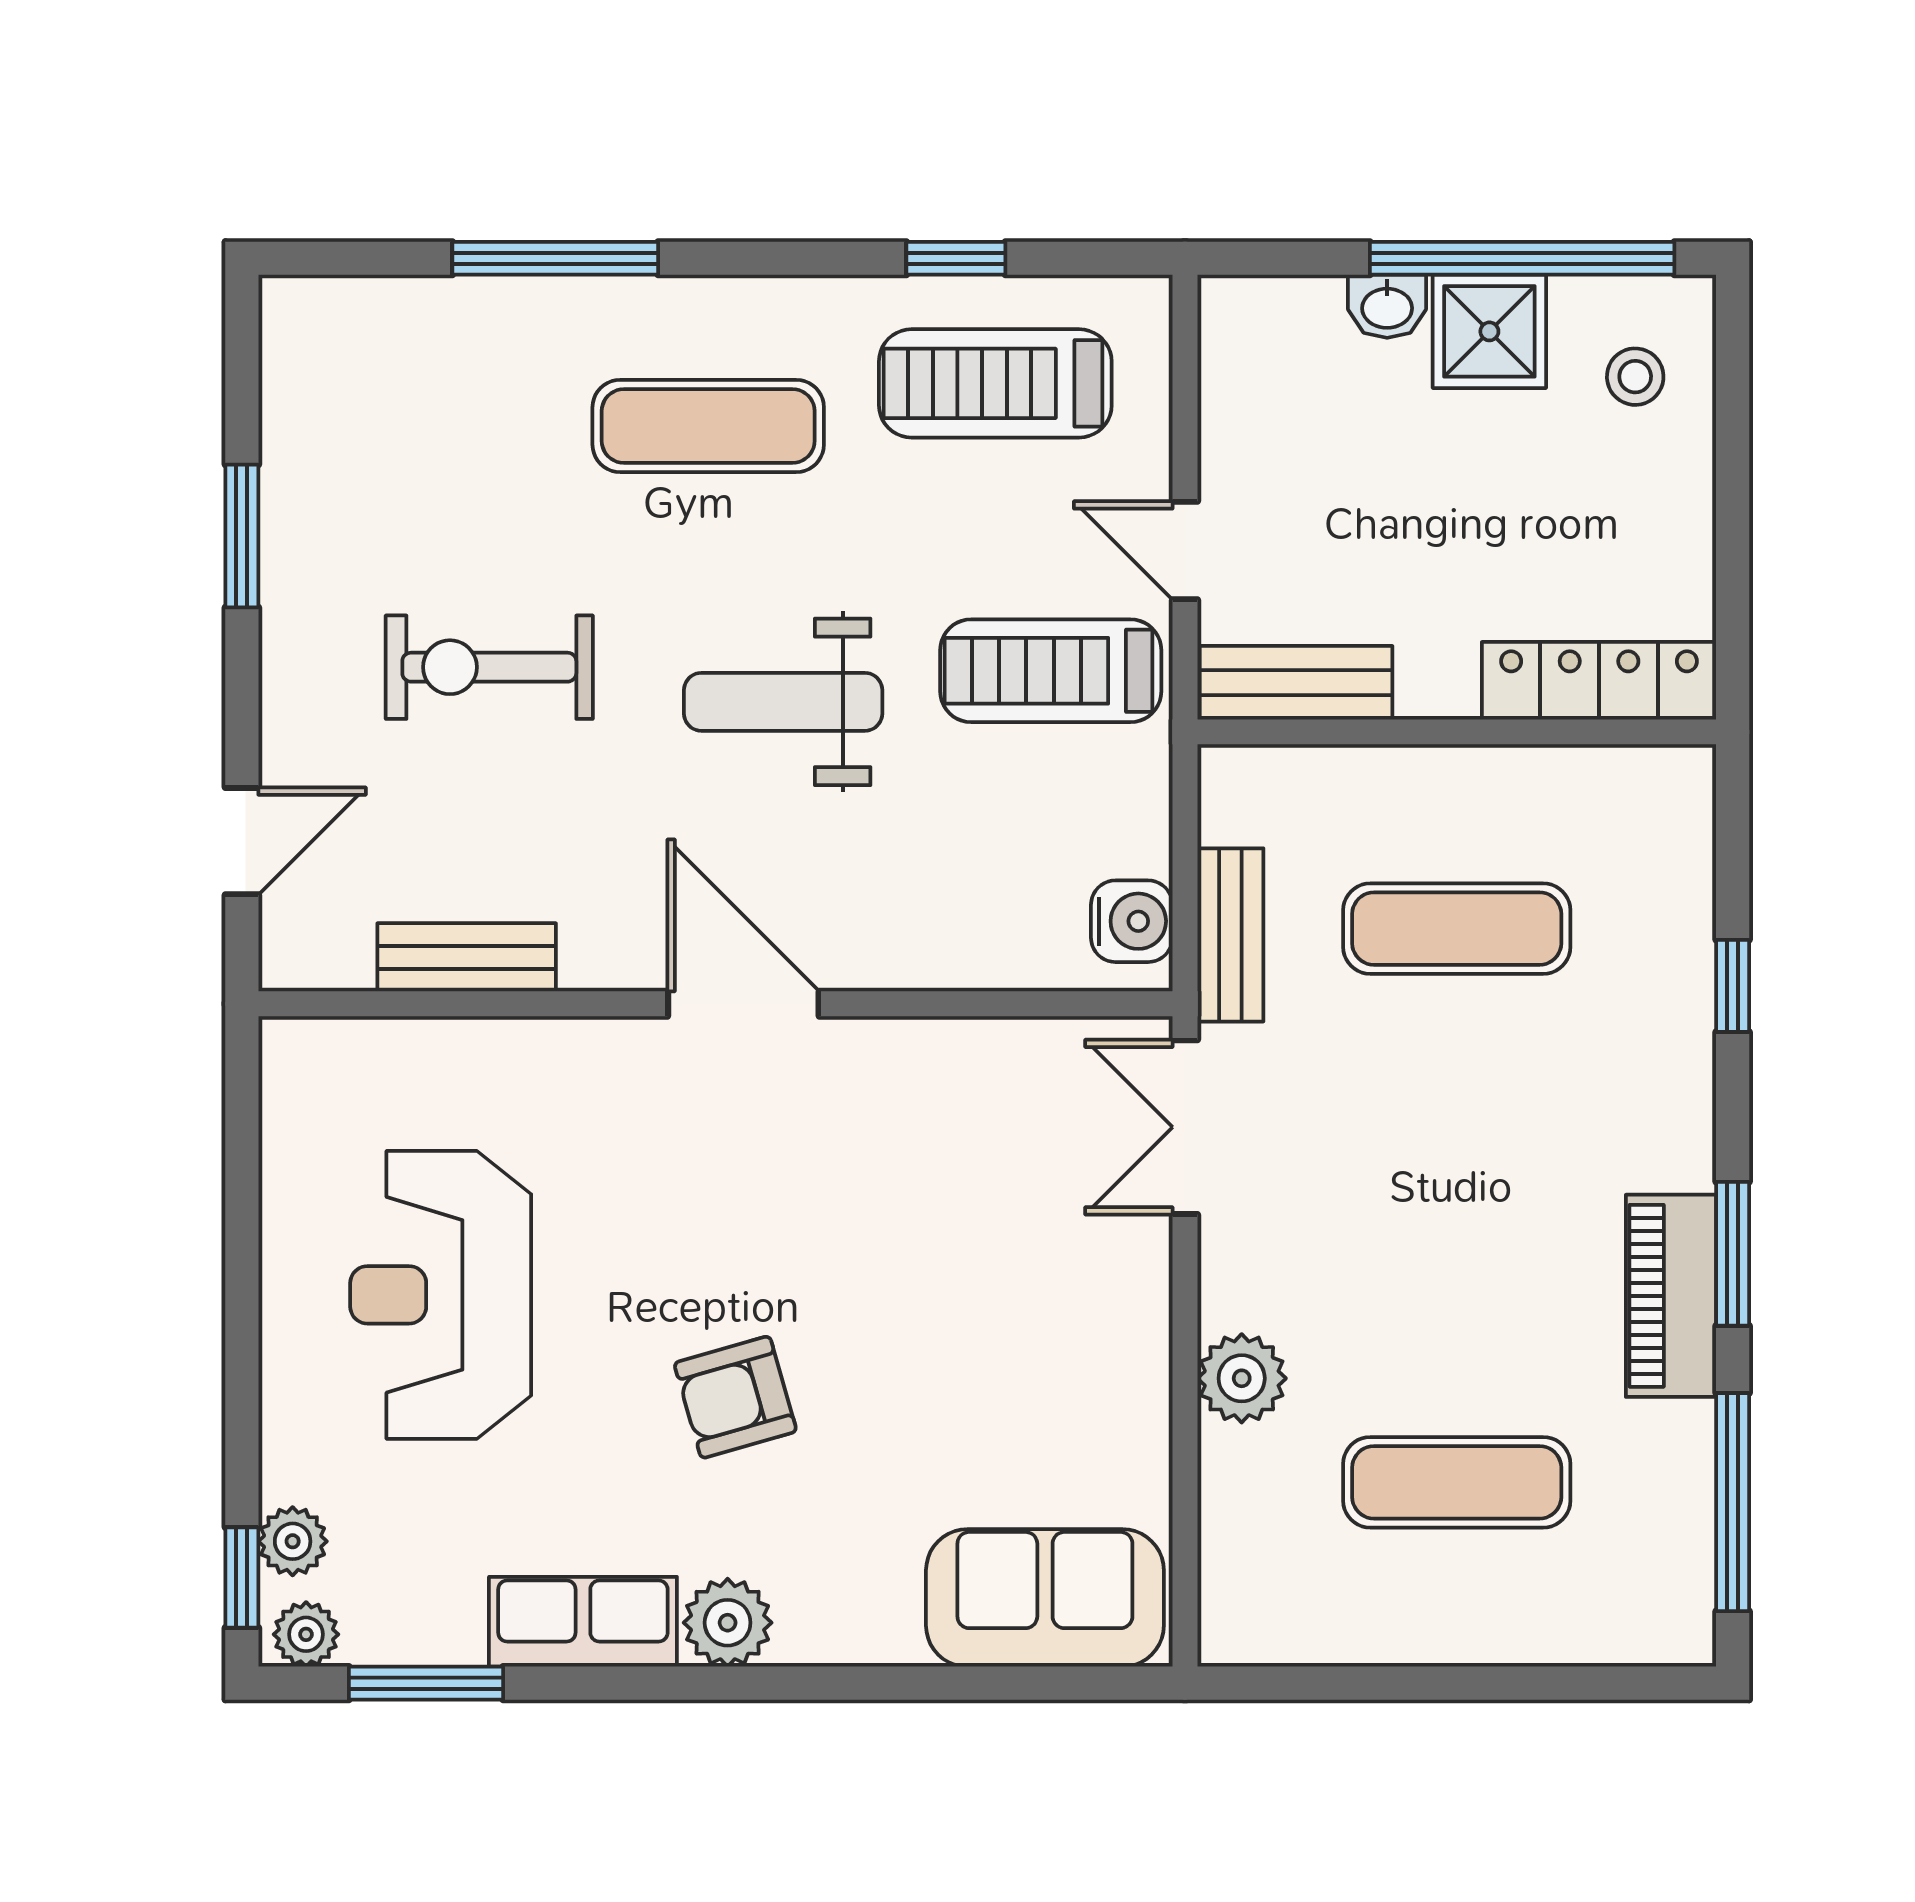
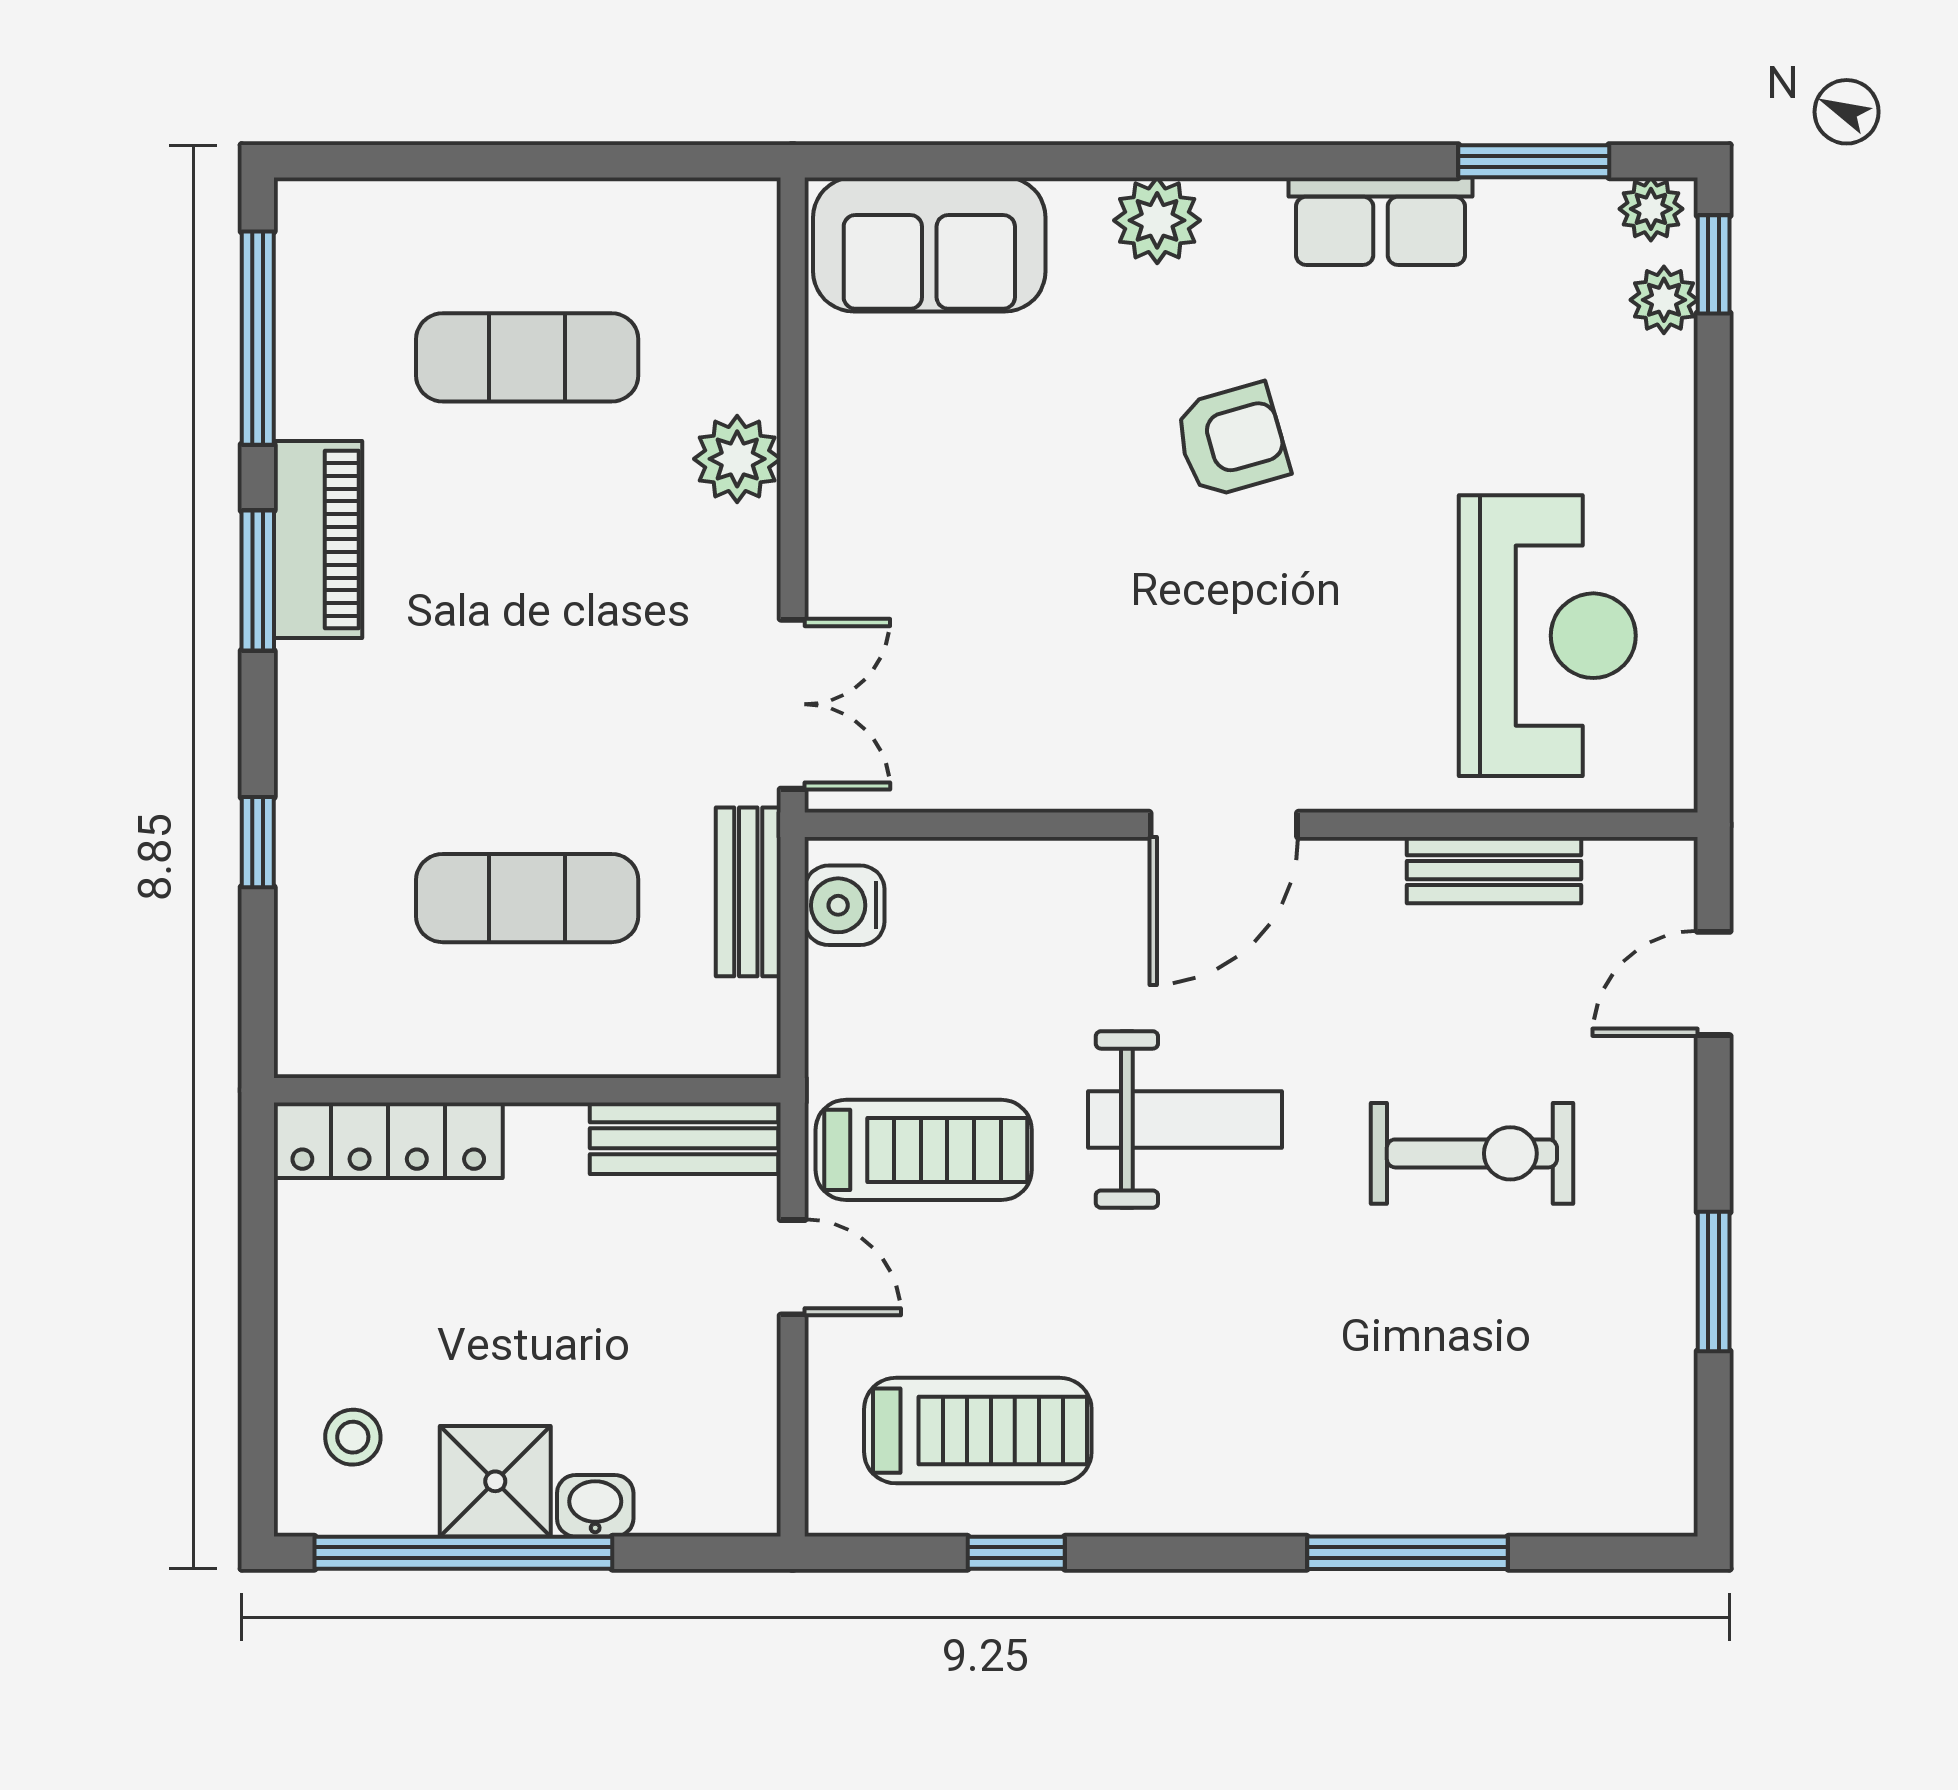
exercise mat: (708, 426) -> (1258, 1389), removed
door: (743, 1004) -> (1224, 825), hinge flipped
reception desk: (441, 1295) -> (1547, 636), moved
plant: (728, 1623) -> (1157, 220), moved

